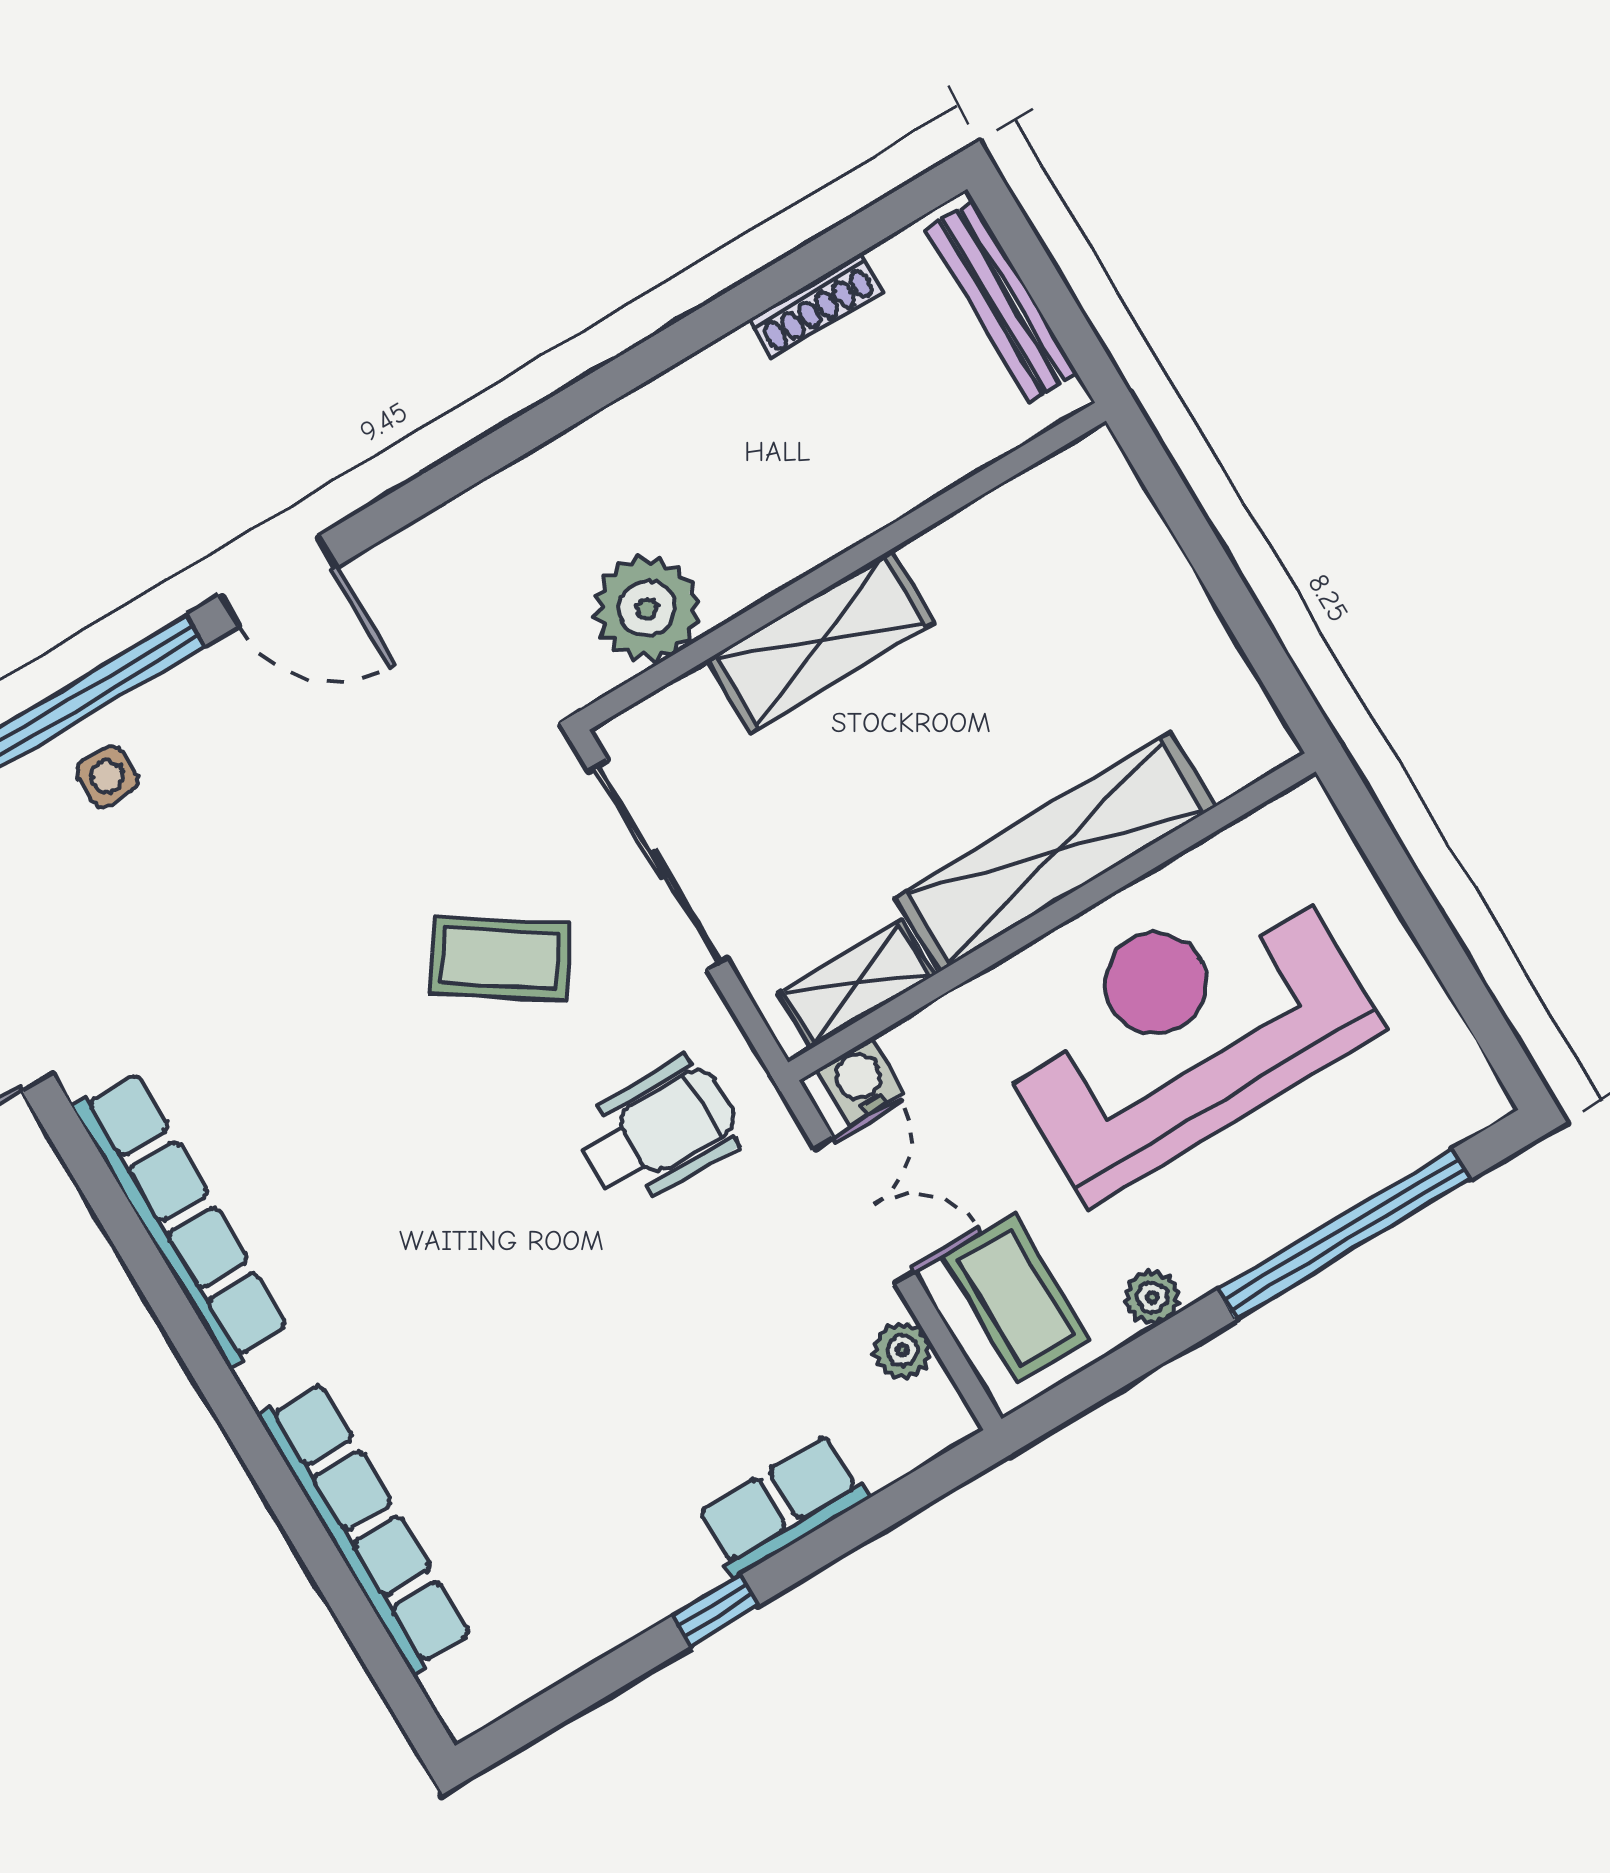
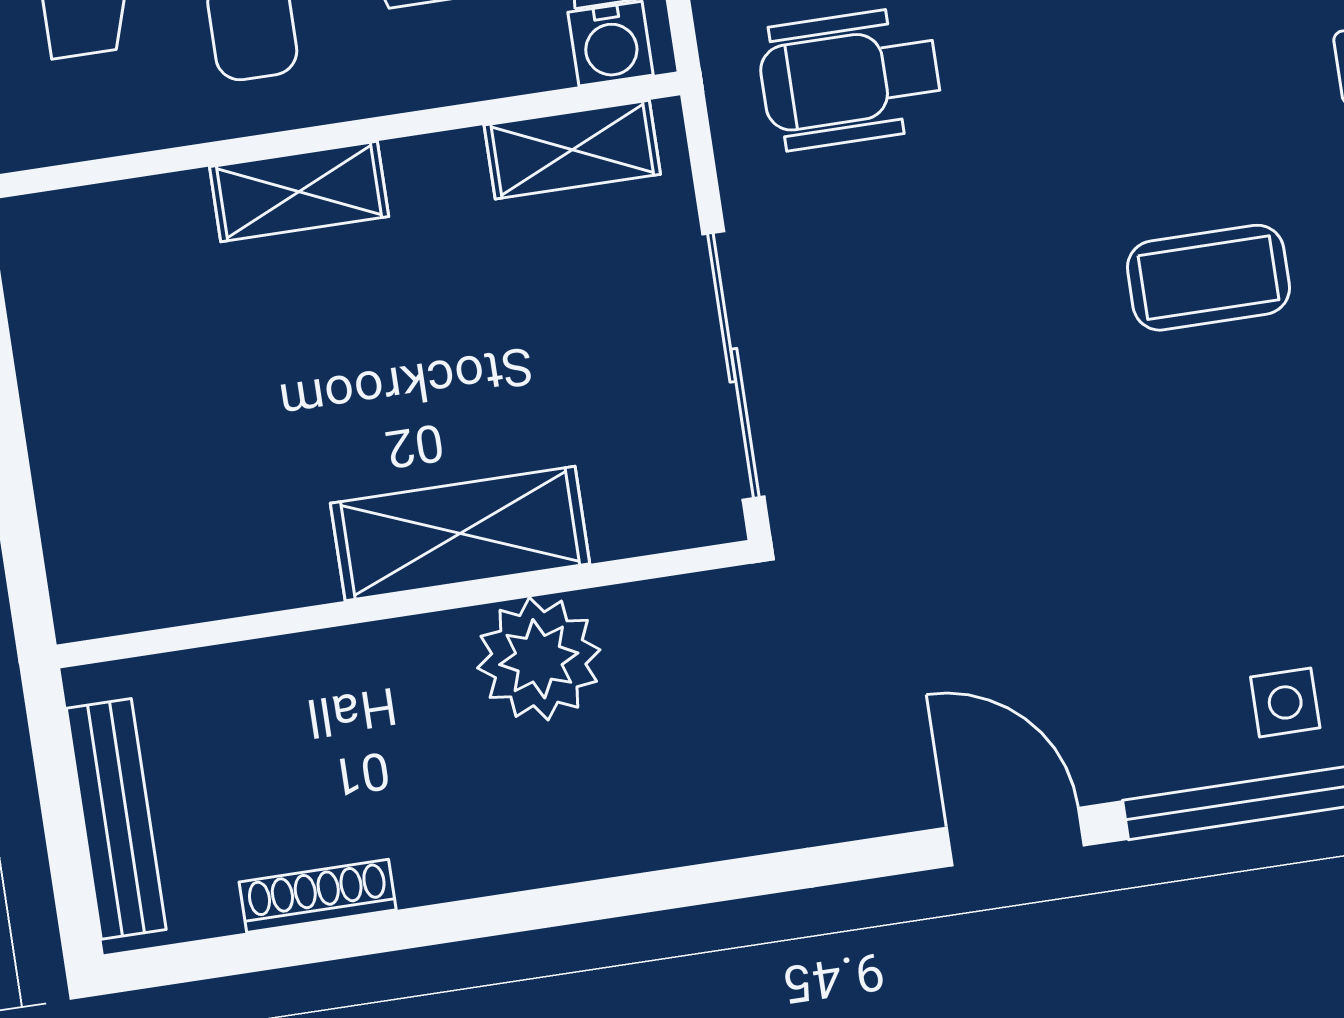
plant: (647, 609) -> (539, 659), moved
shelving: (1055, 852) -> (299, 192), width x0.45, depth x0.75
coffee table: (500, 958) -> (1208, 278), moved, turned -34

